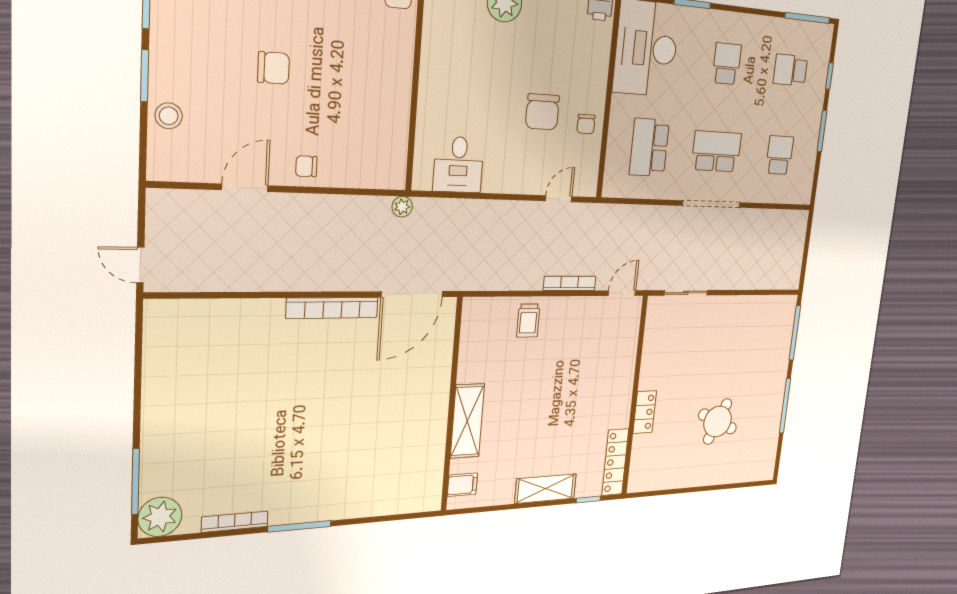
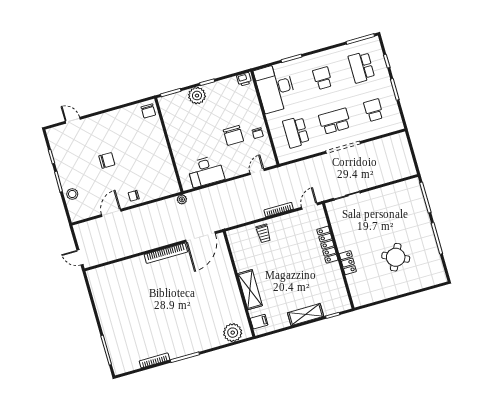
school desk: (790, 70) -> (361, 67), width x1.85
desk: (458, 165) -> (206, 171), width x1.37
locker: (615, 462) -> (327, 245), moved
plant: (160, 517) -> (233, 333), moved

